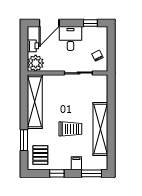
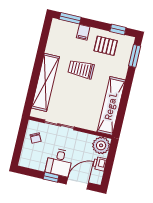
window: (90, 23) -> (51, 177), moved
shelving: (100, 129) -> (45, 82), moved
window: (24, 140) -> (135, 56), moved
pallet: (40, 155) -> (106, 46), moved, turned 90
window: (57, 173) -> (118, 29), moved

